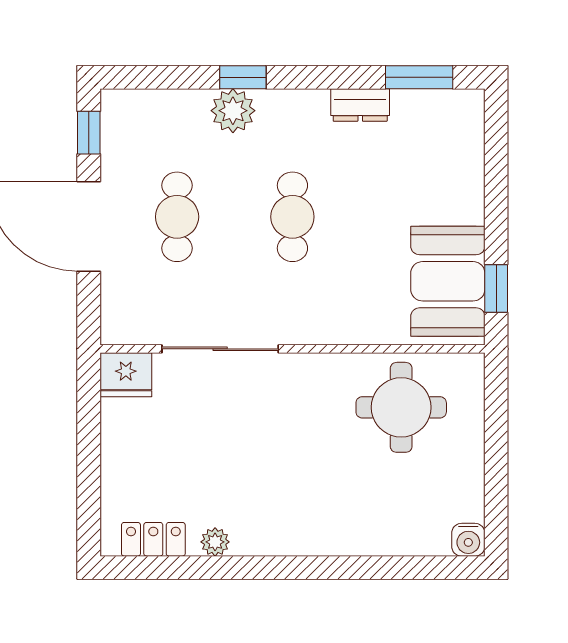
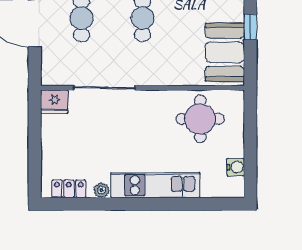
window: (496, 288) -> (250, 27), moved
kitchen unit: (317, 533) -> (155, 185), added
water cooler: (468, 540) -> (236, 167), moved, turned -90

